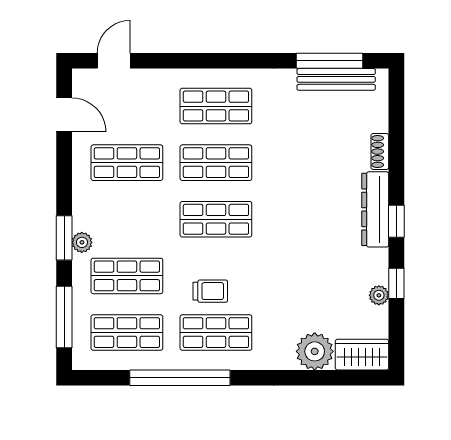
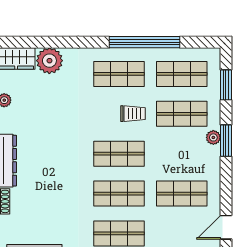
door: (64, 115) -> (226, 227), hinge flipped
trolley: (210, 291) -> (133, 114), moved, turned 180
window: (64, 317) -> (226, 85), width x0.69

